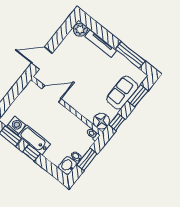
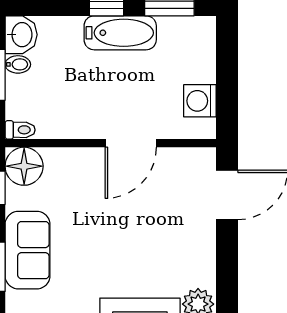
door: (51, 94) -> (131, 143), moved
washing machine: (16, 126) -> (200, 101), moved, turned 90

